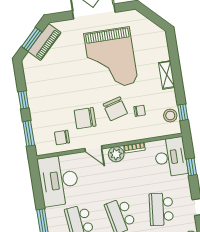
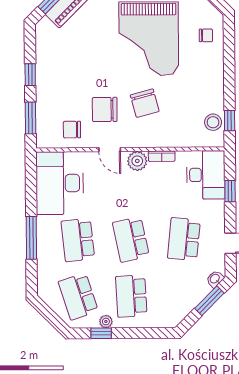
shelving: (167, 75) -> (216, 70), removed
chair: (140, 111) -> (206, 35), moved

